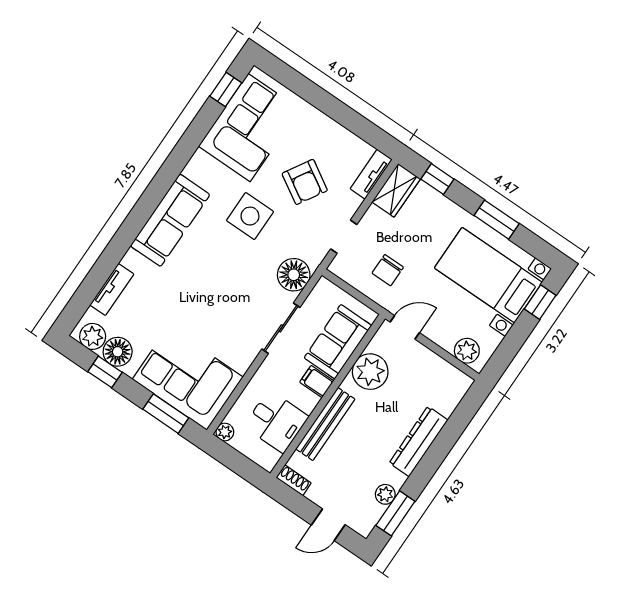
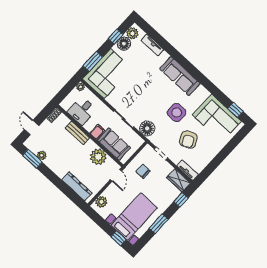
armchair: (305, 182) -> (188, 140), turned -58
bench: (325, 424) -> (77, 133), width x0.73
dresser: (419, 441) -> (77, 186), moved

